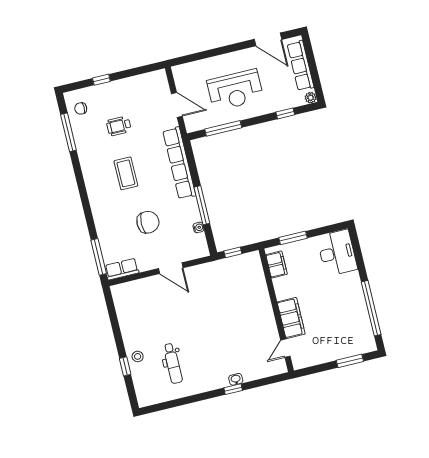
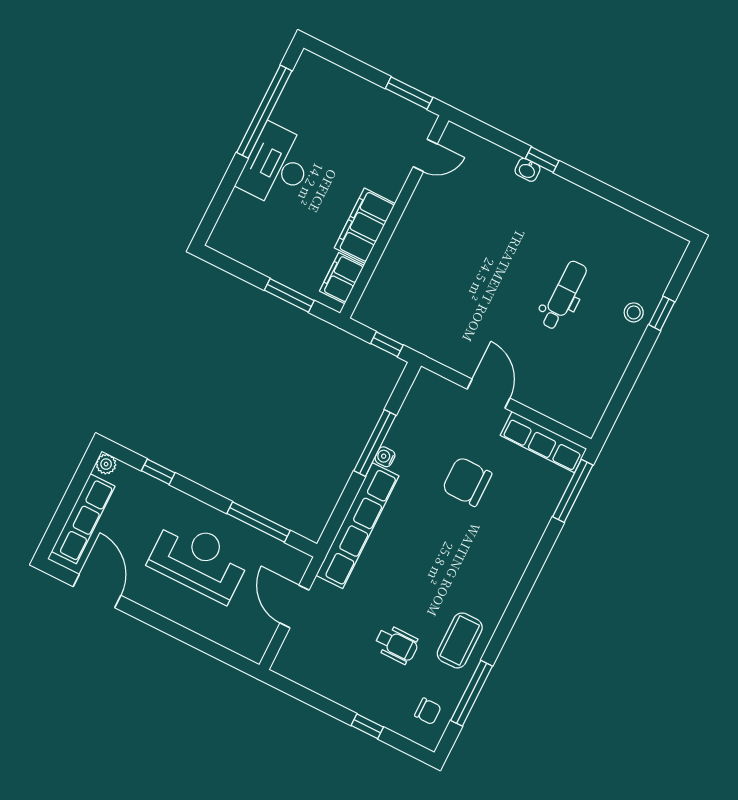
coffee table: (126, 173) -> (460, 640), moved
water cooler: (198, 227) -> (385, 457), moved
desk: (337, 253) -> (277, 166), moved
row of seats: (122, 269) -> (543, 442), width x1.48
filing cabinet: (291, 318) -> (365, 226), moved
window: (350, 361) -> (409, 93), moved
dental chair: (173, 363) -> (564, 295), moved

